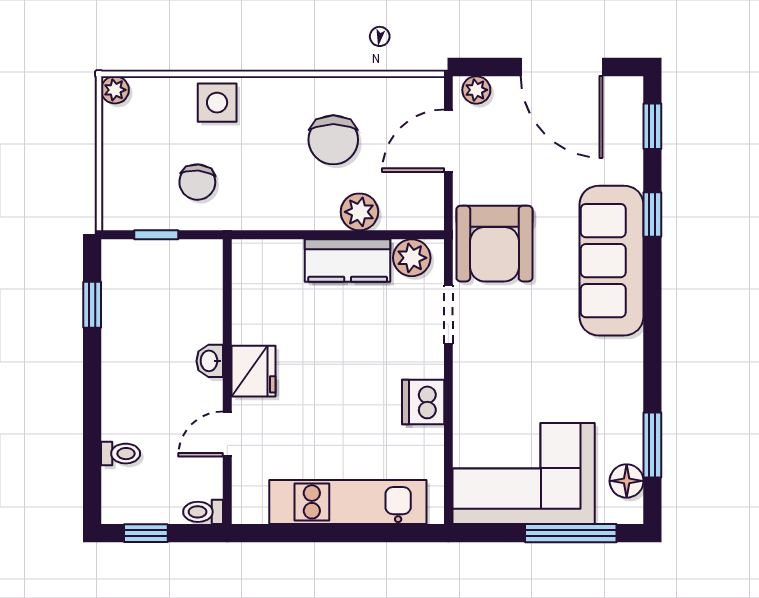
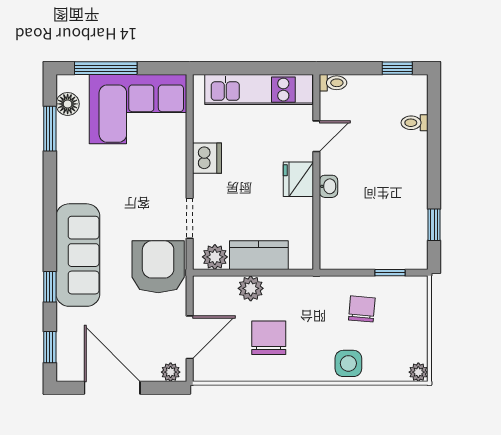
washbasin: (210, 361) -> (329, 186), moved
fridge: (254, 371) -> (298, 179), moved
wall: (227, 382) -> (316, 172), moved
door: (227, 434) -> (316, 136), moved
toilet: (203, 512) -> (333, 83), moved

